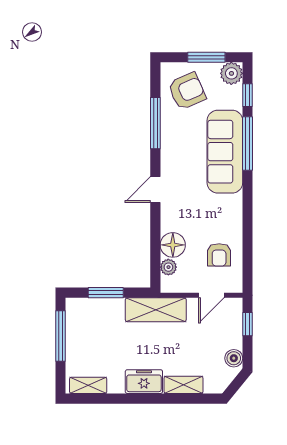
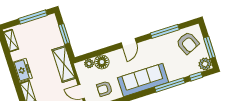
sofa: (225, 152) -> (143, 80), moved
door: (155, 189) -> (129, 43), swing flipped

